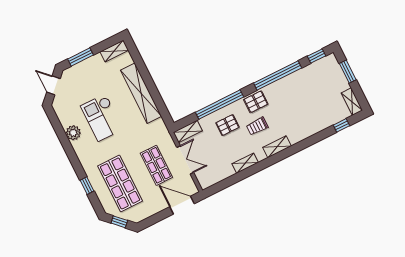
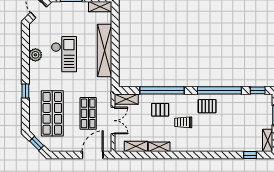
pallet: (256, 102) -> (207, 106), moved
checkout: (102, 118) -> (64, 54), turned 180
shelving: (277, 147) -> (136, 146), moved
window: (87, 186) -> (25, 91), moved
door: (182, 205) -> (93, 155), hinge flipped

